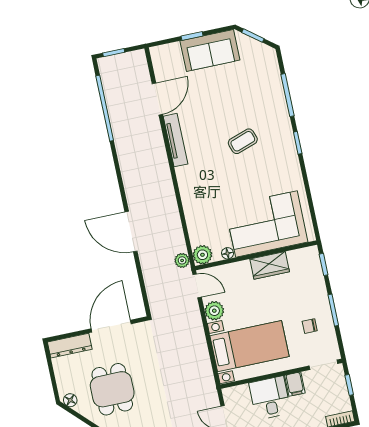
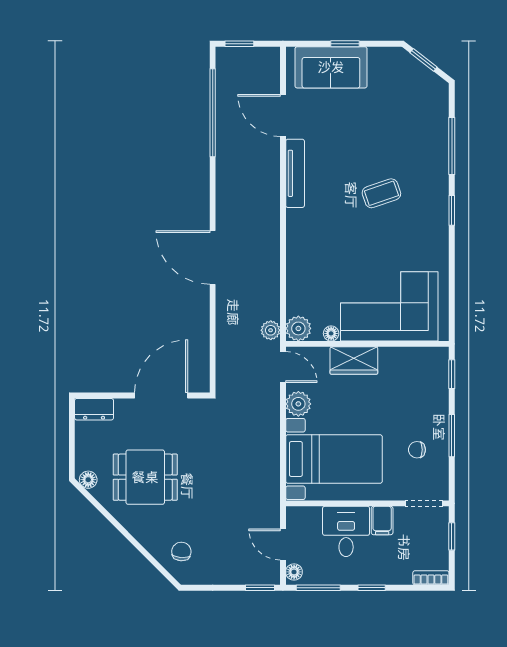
sofa: (210, 50) -> (331, 67), moved
door: (157, 99) -> (283, 115), swing flipped
door: (131, 232) -> (213, 257), moved
wardrobe: (270, 265) -> (354, 361), moved
dresser: (70, 346) -> (94, 409), width x0.70
dining table: (112, 389) -> (145, 477), turned 90

